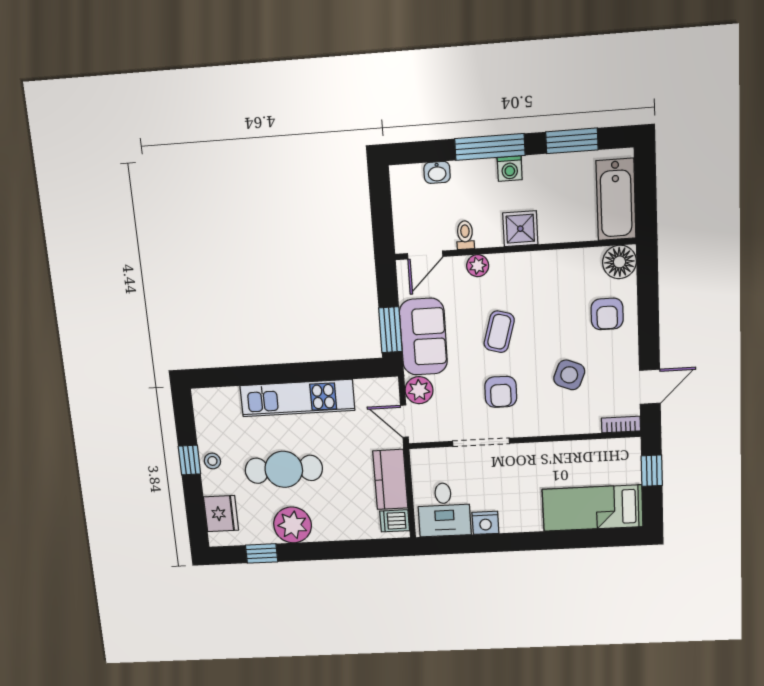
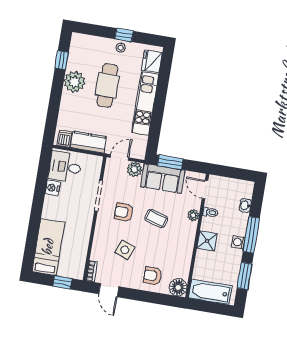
fridge: (221, 514) -> (152, 61), moved, turned 90

